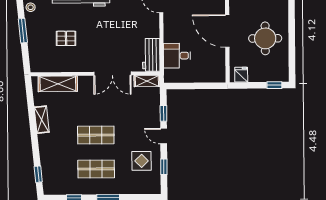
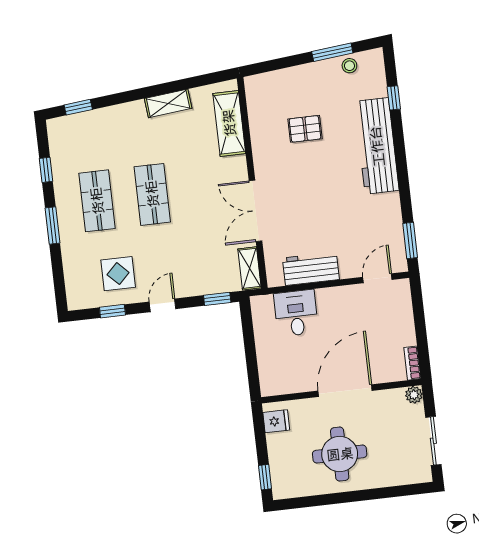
window: (23, 31) -> (332, 52), moved
pallet: (66, 38) -> (305, 129), turned 90
workbench: (151, 55) -> (311, 269), moved
window: (163, 113) -> (217, 299), moved

